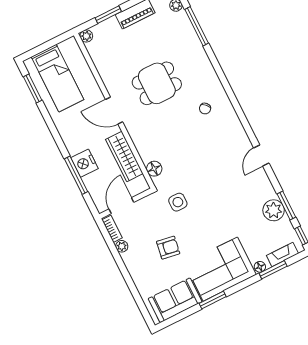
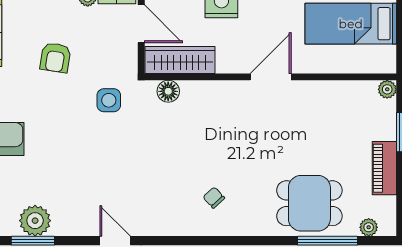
dining table: (157, 83) -> (309, 203), moved, turned 90
wardrobe: (124, 157) -> (180, 60), moved

